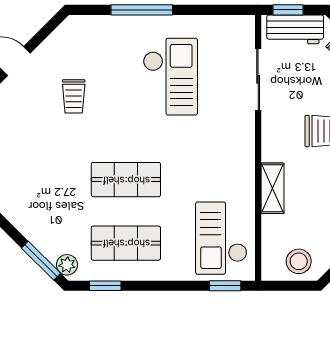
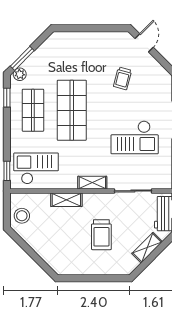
trolley: (74, 96) -> (123, 78), turned -75
shelving: (245, 146) -> (92, 183), added
shop shelf: (126, 180) -> (72, 110), width x1.43, depth x1.36

